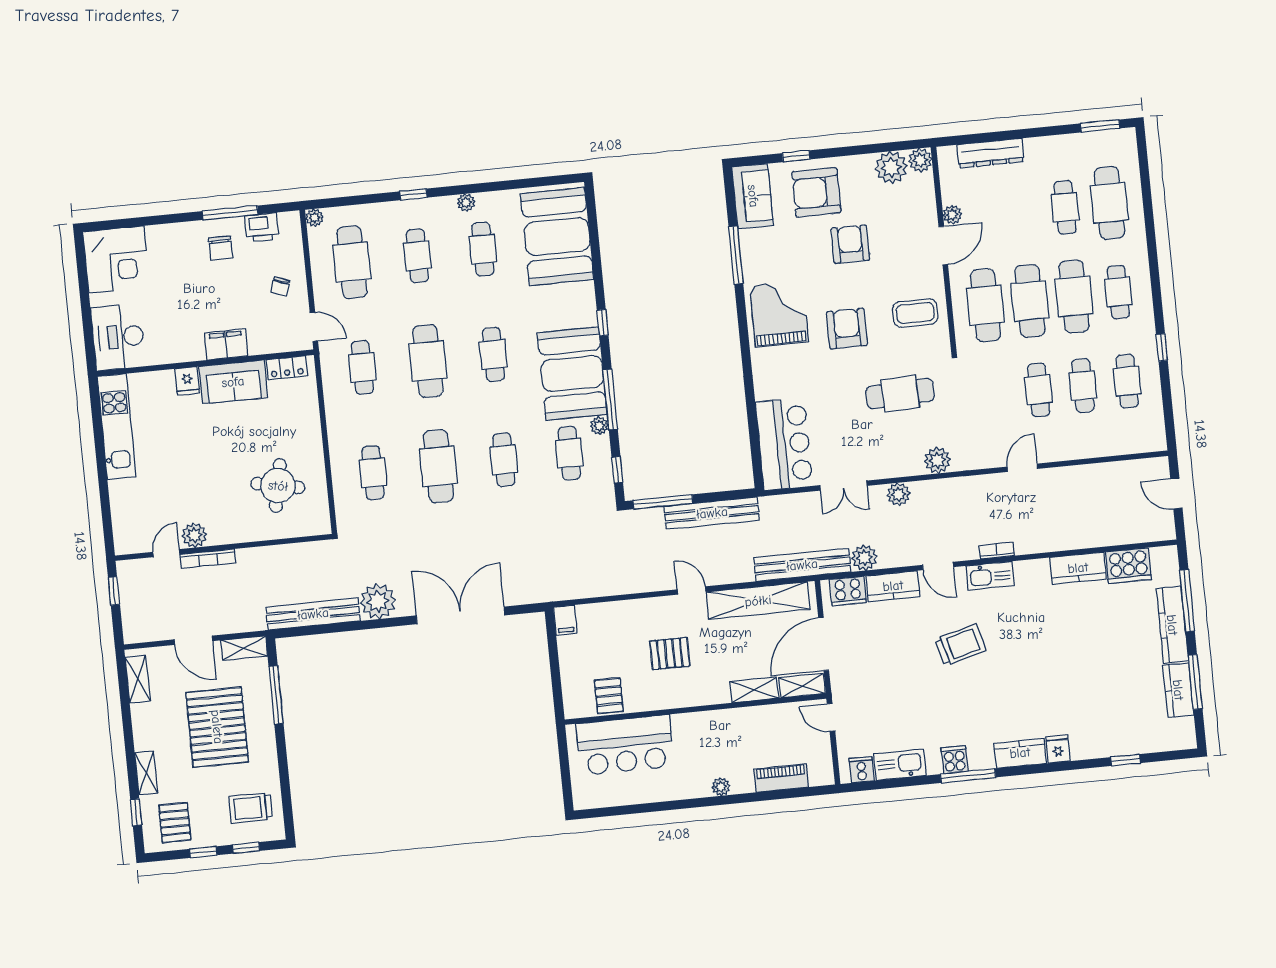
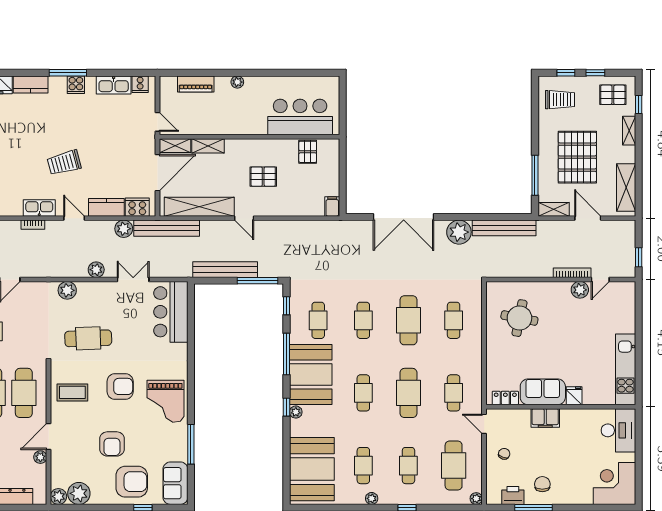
armchair: (847, 329) -> (120, 386), turned -90
plant: (599, 426) -> (296, 412), moved
shelving: (138, 679) -> (626, 187), width x1.50, depth x1.33
pallet: (175, 823) -> (613, 95), turned 90

